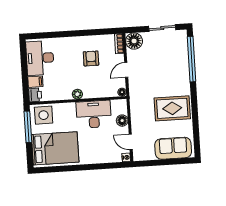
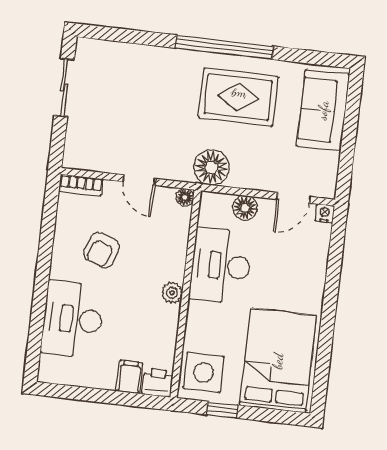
floor lamp: (134, 41) -> (211, 167), moved
desk: (40, 58) -> (73, 319), moved, turned 90
armchair: (91, 58) -> (101, 250), turned -69
window: (191, 59) -> (224, 47), moved
rug: (172, 108) -> (238, 97), turned 90
window: (28, 127) -> (222, 410), width x0.46

